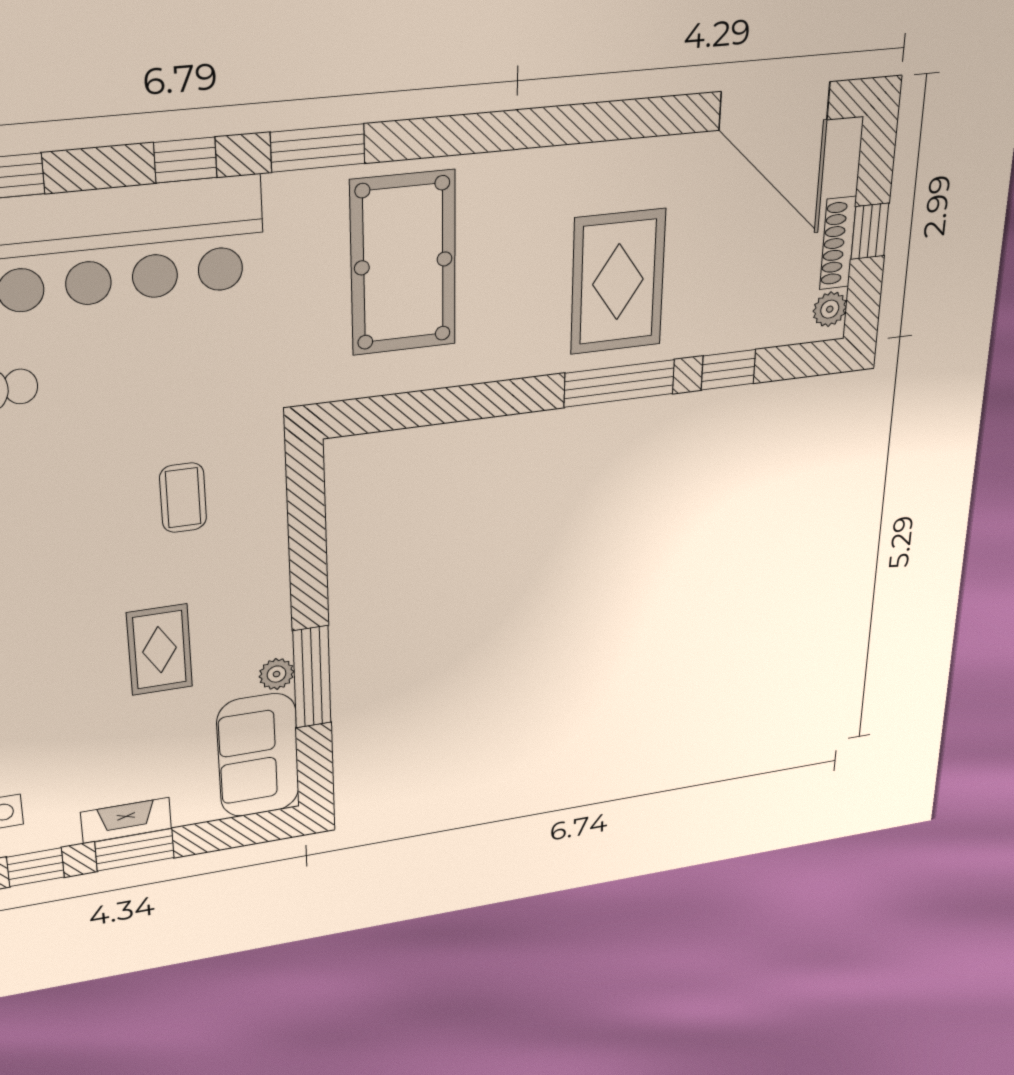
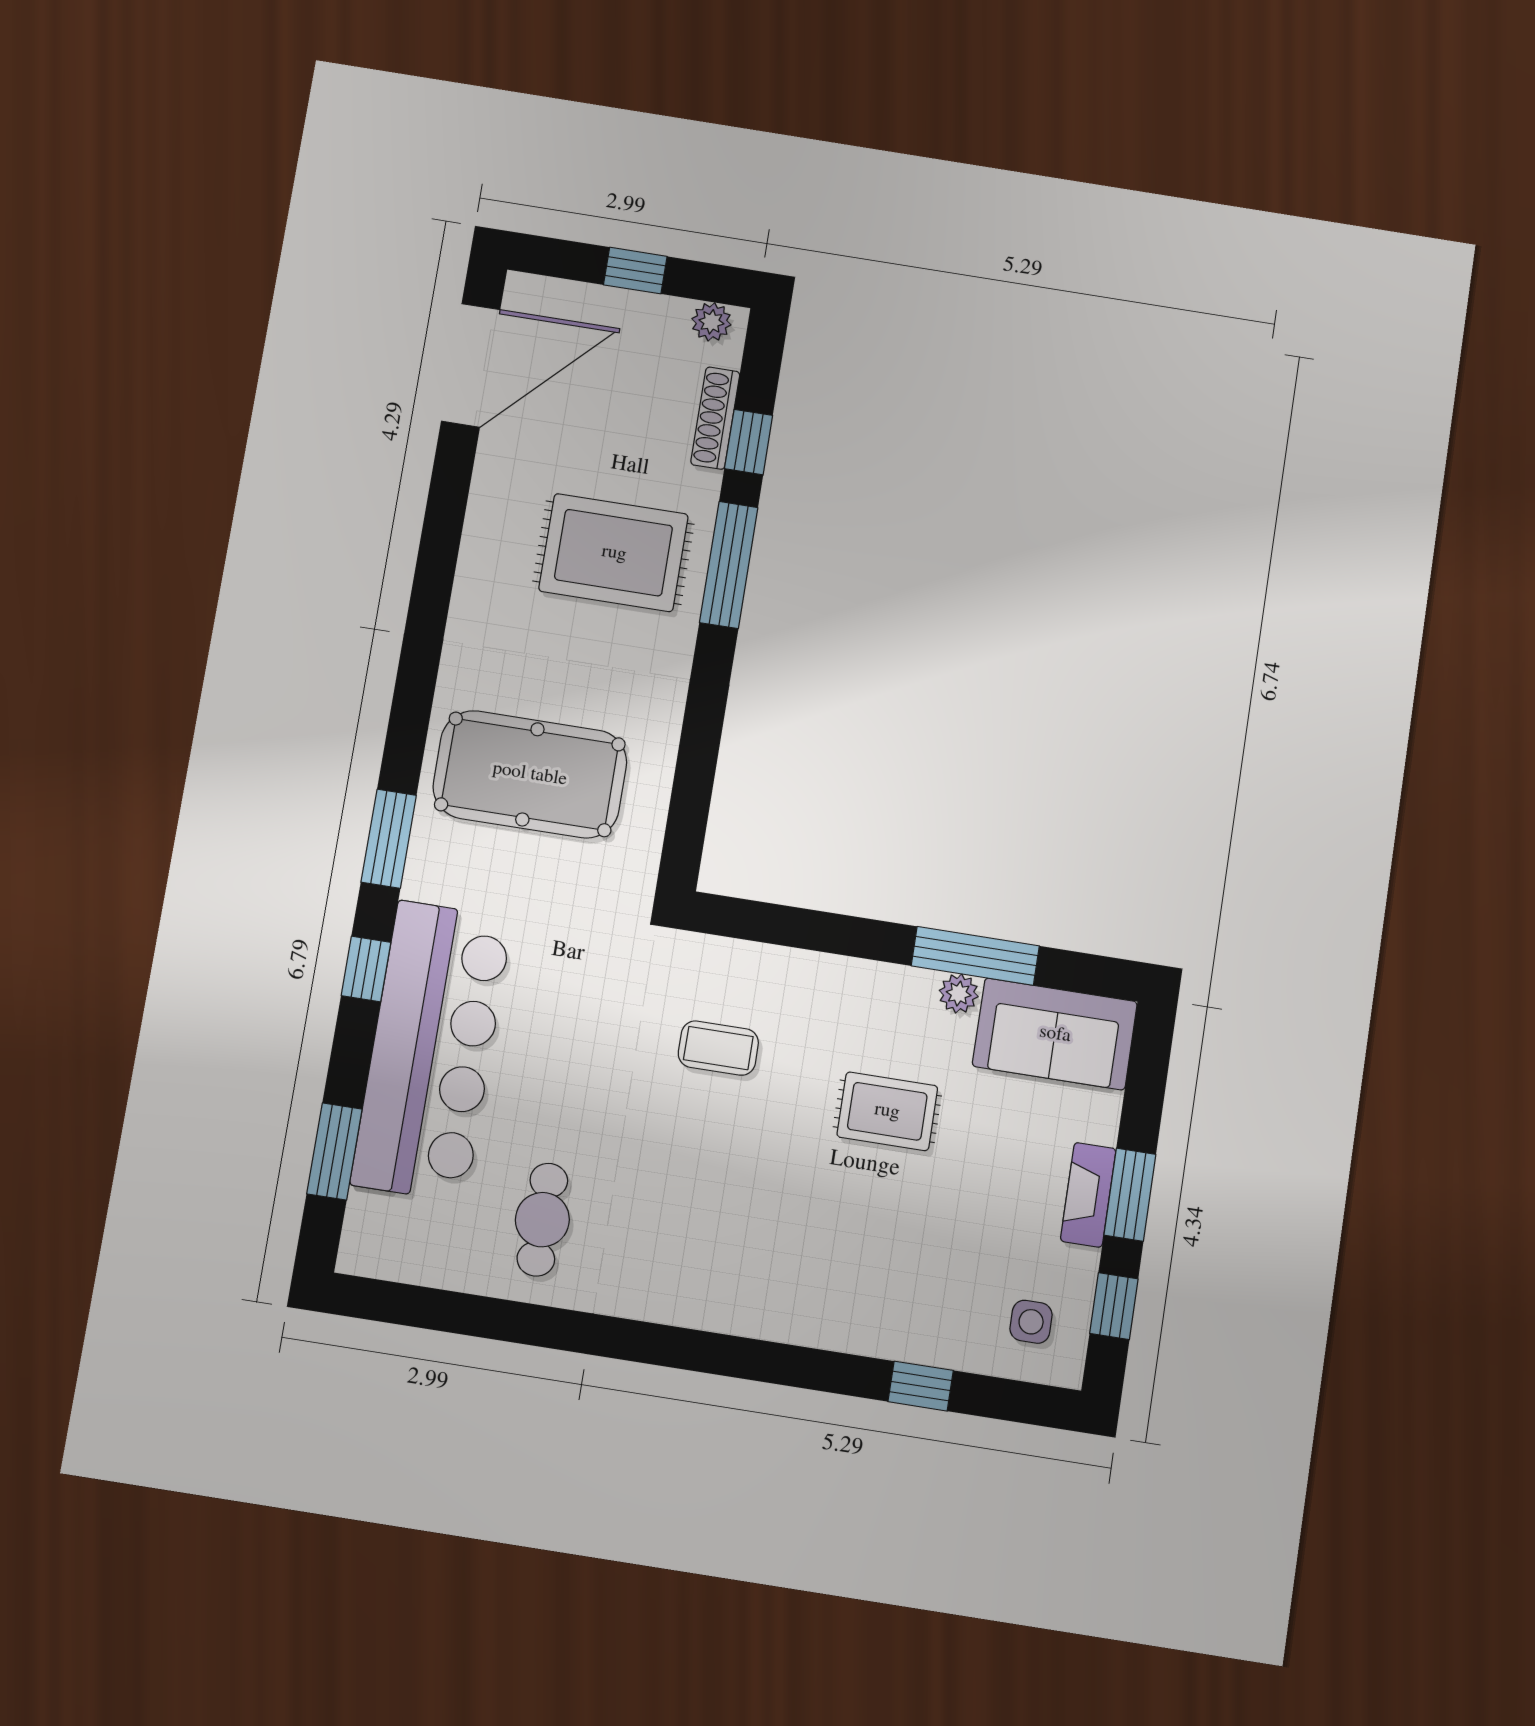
shoe rack: (838, 243) -> (715, 418), moved, turned 90

